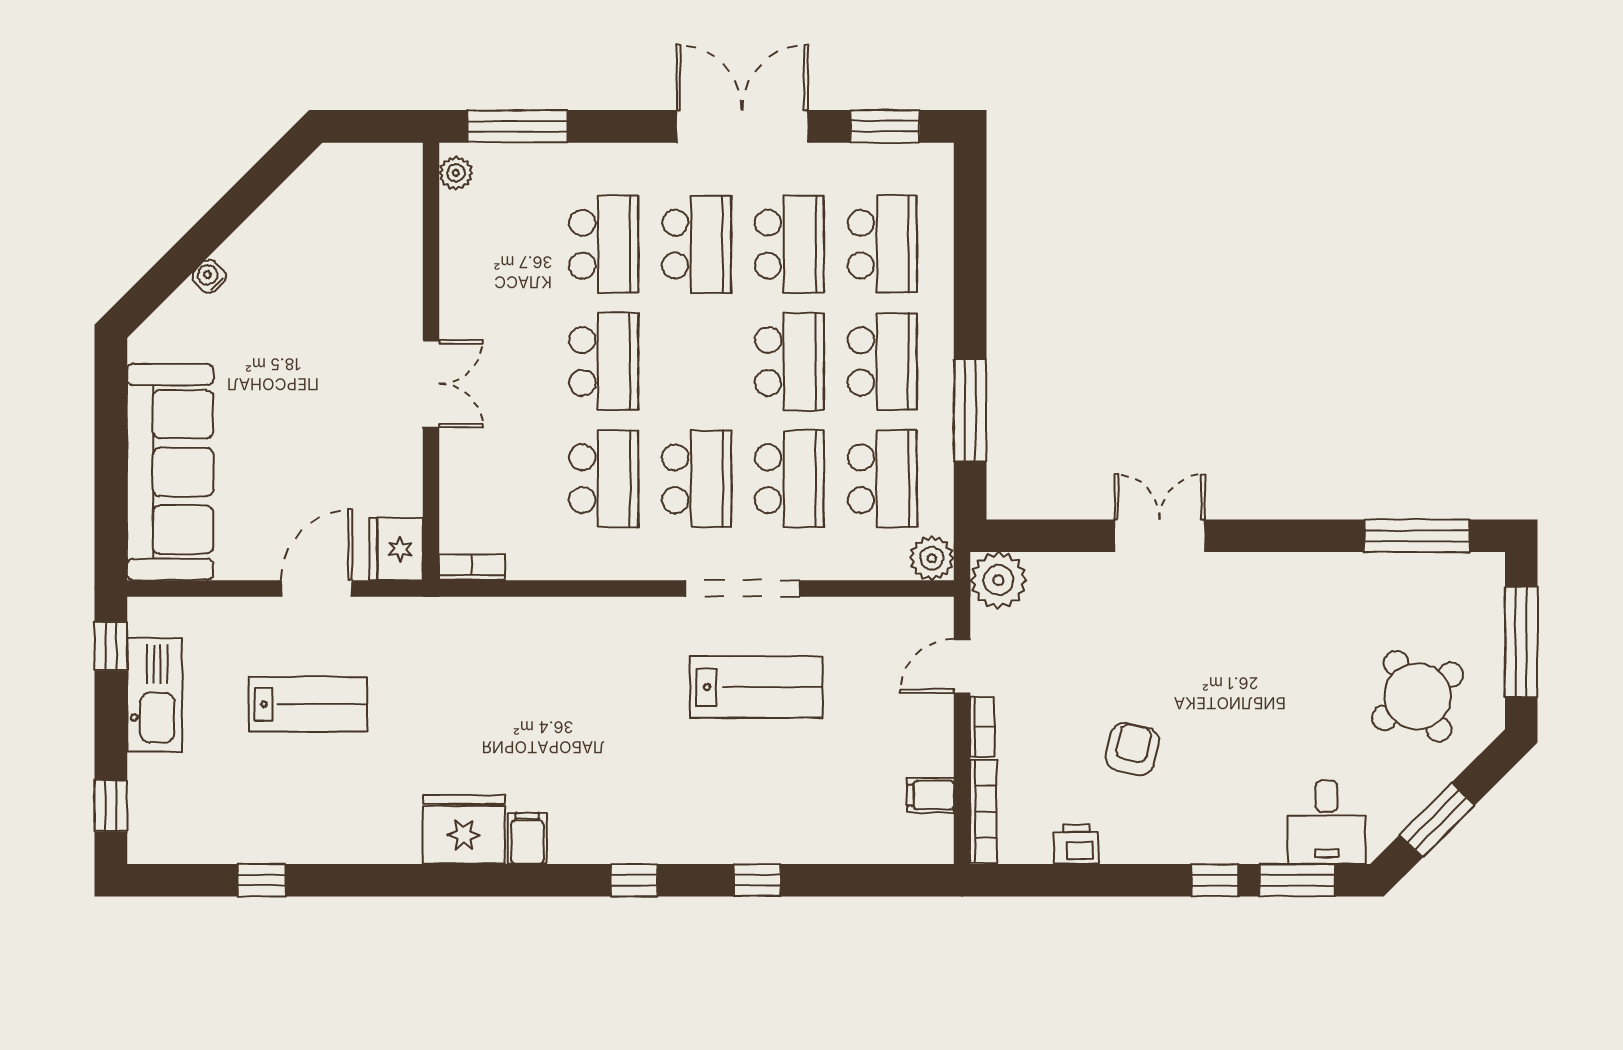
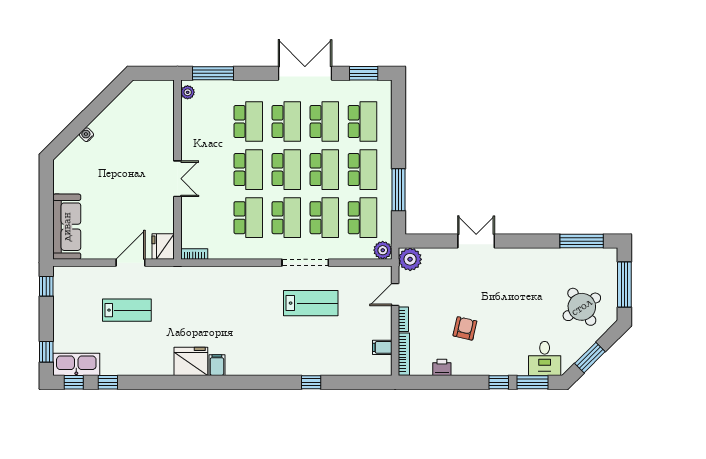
school desk: (697, 361) -> (286, 170), added
sofa: (170, 472) -> (67, 227), width x0.74, depth x0.79
kitchen sink: (155, 695) -> (76, 364), moved, turned -90
window: (634, 880) -> (74, 382), moved

